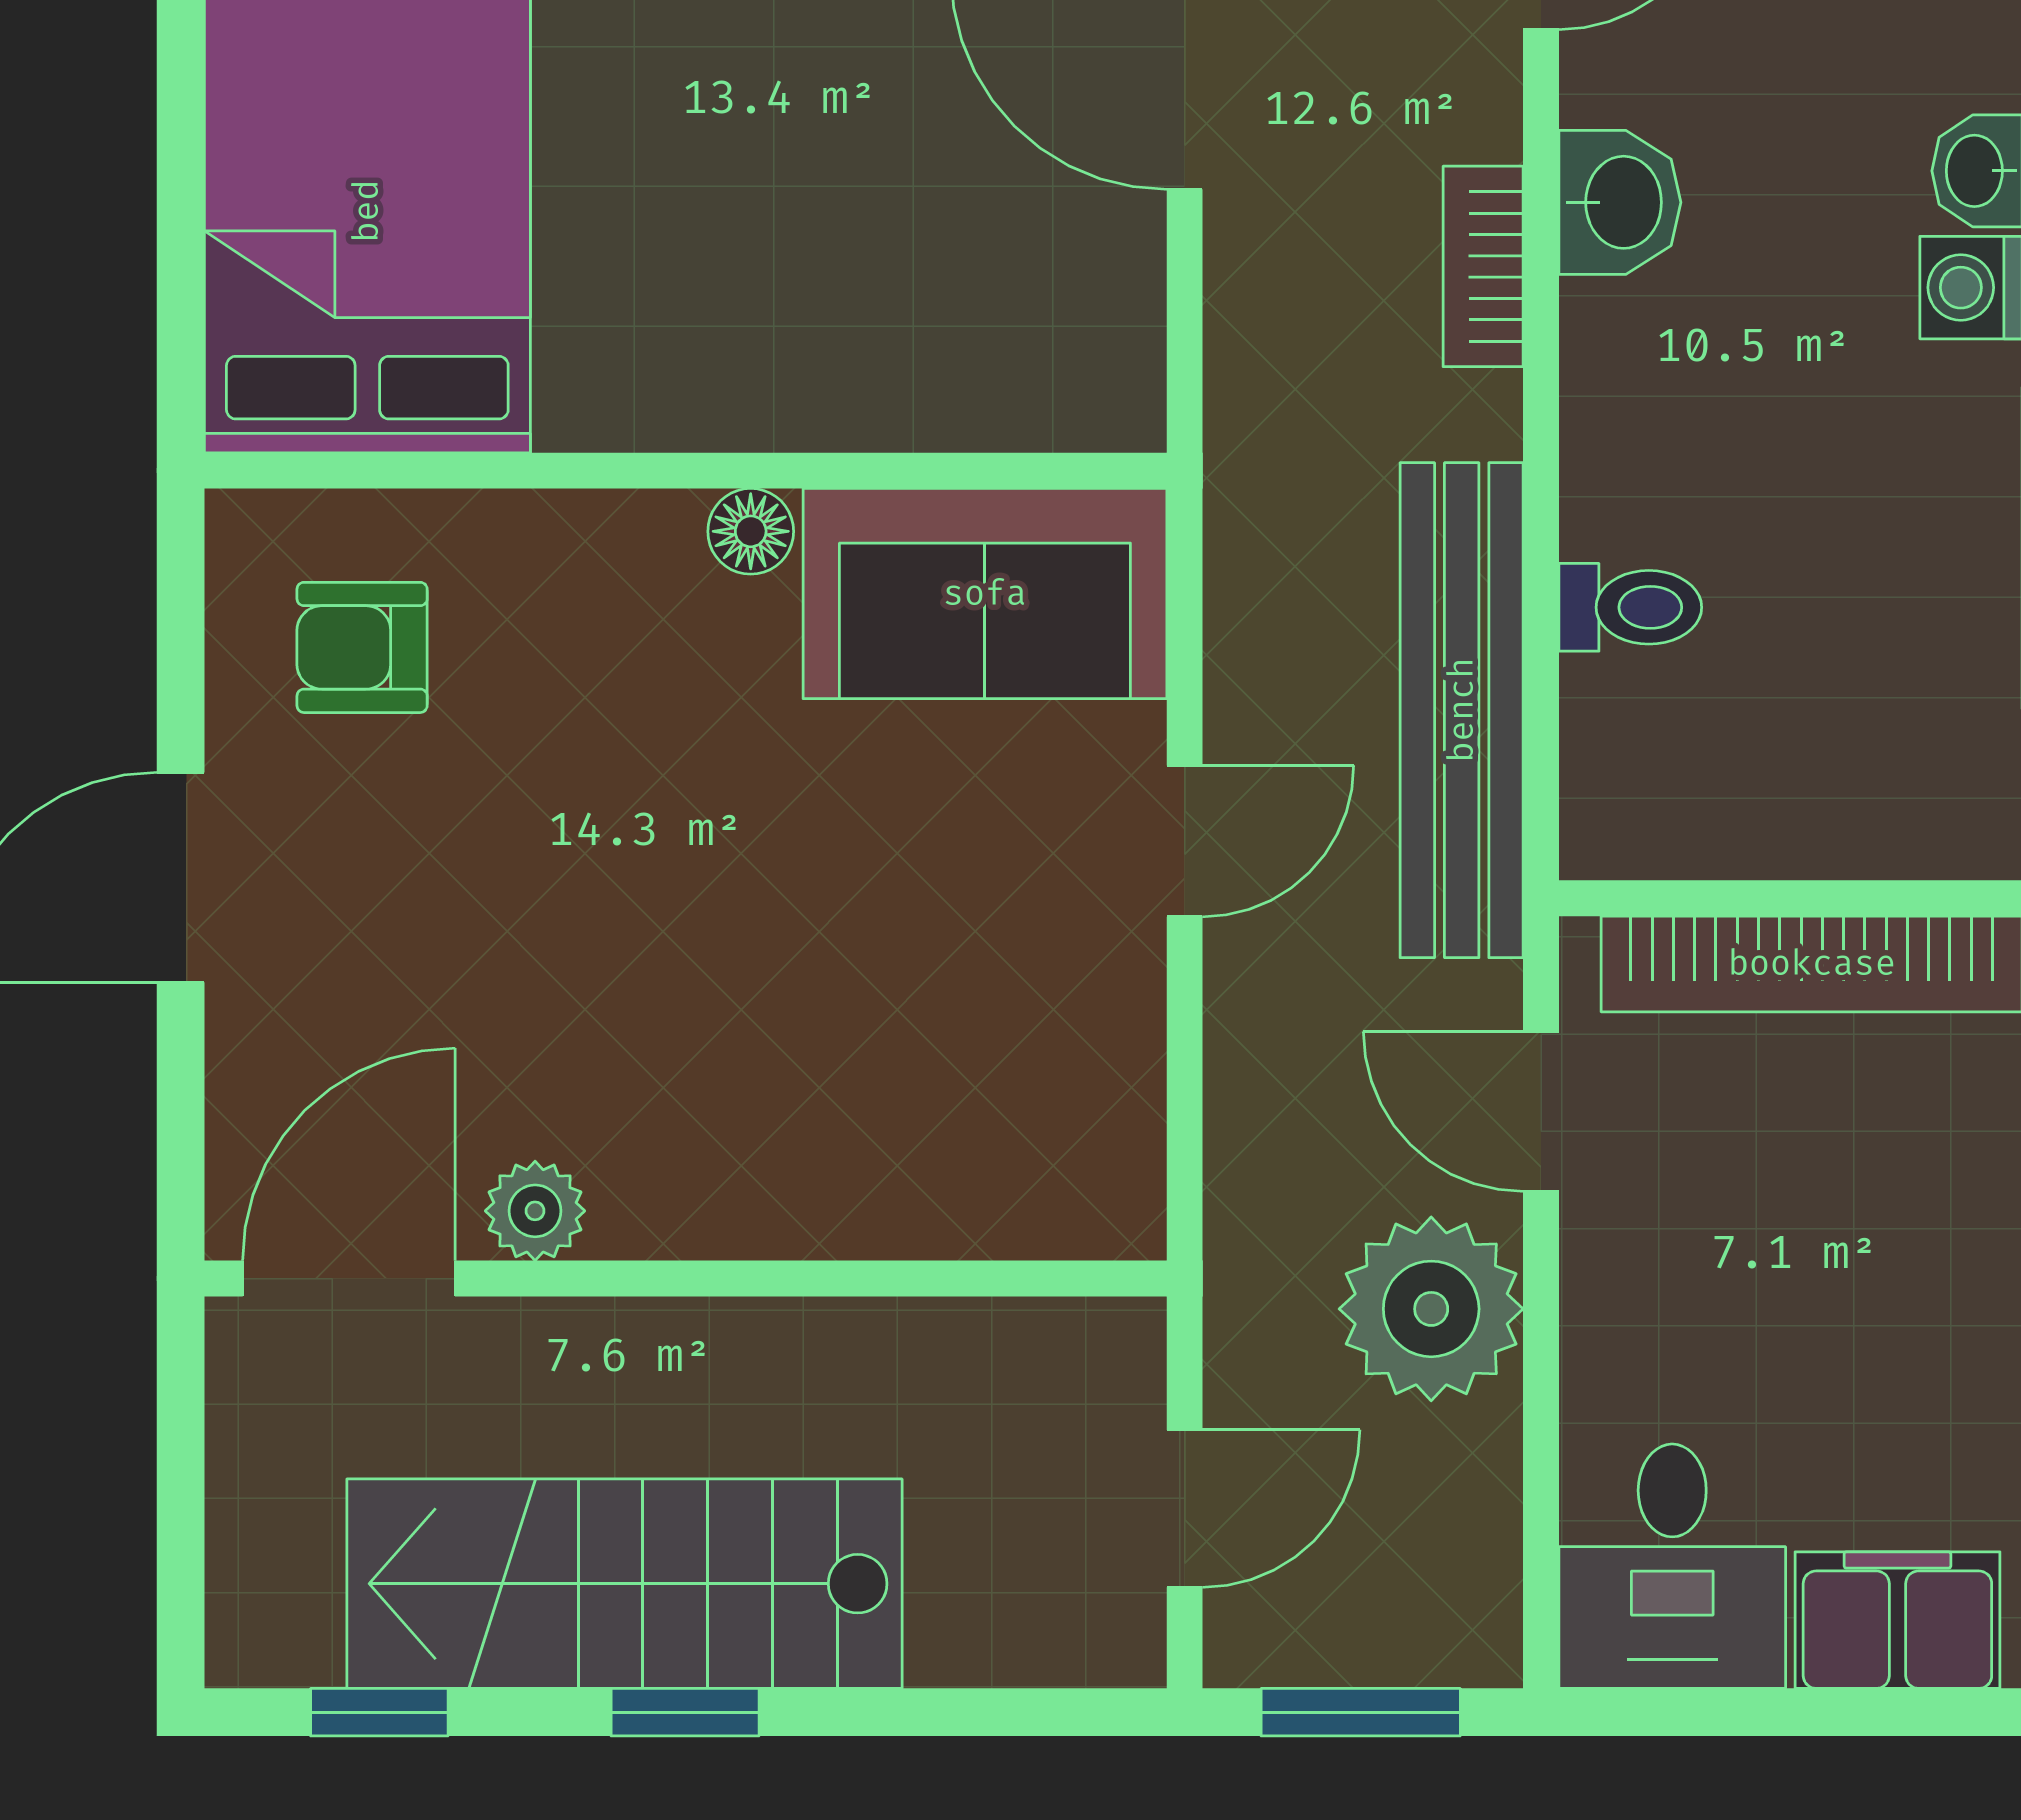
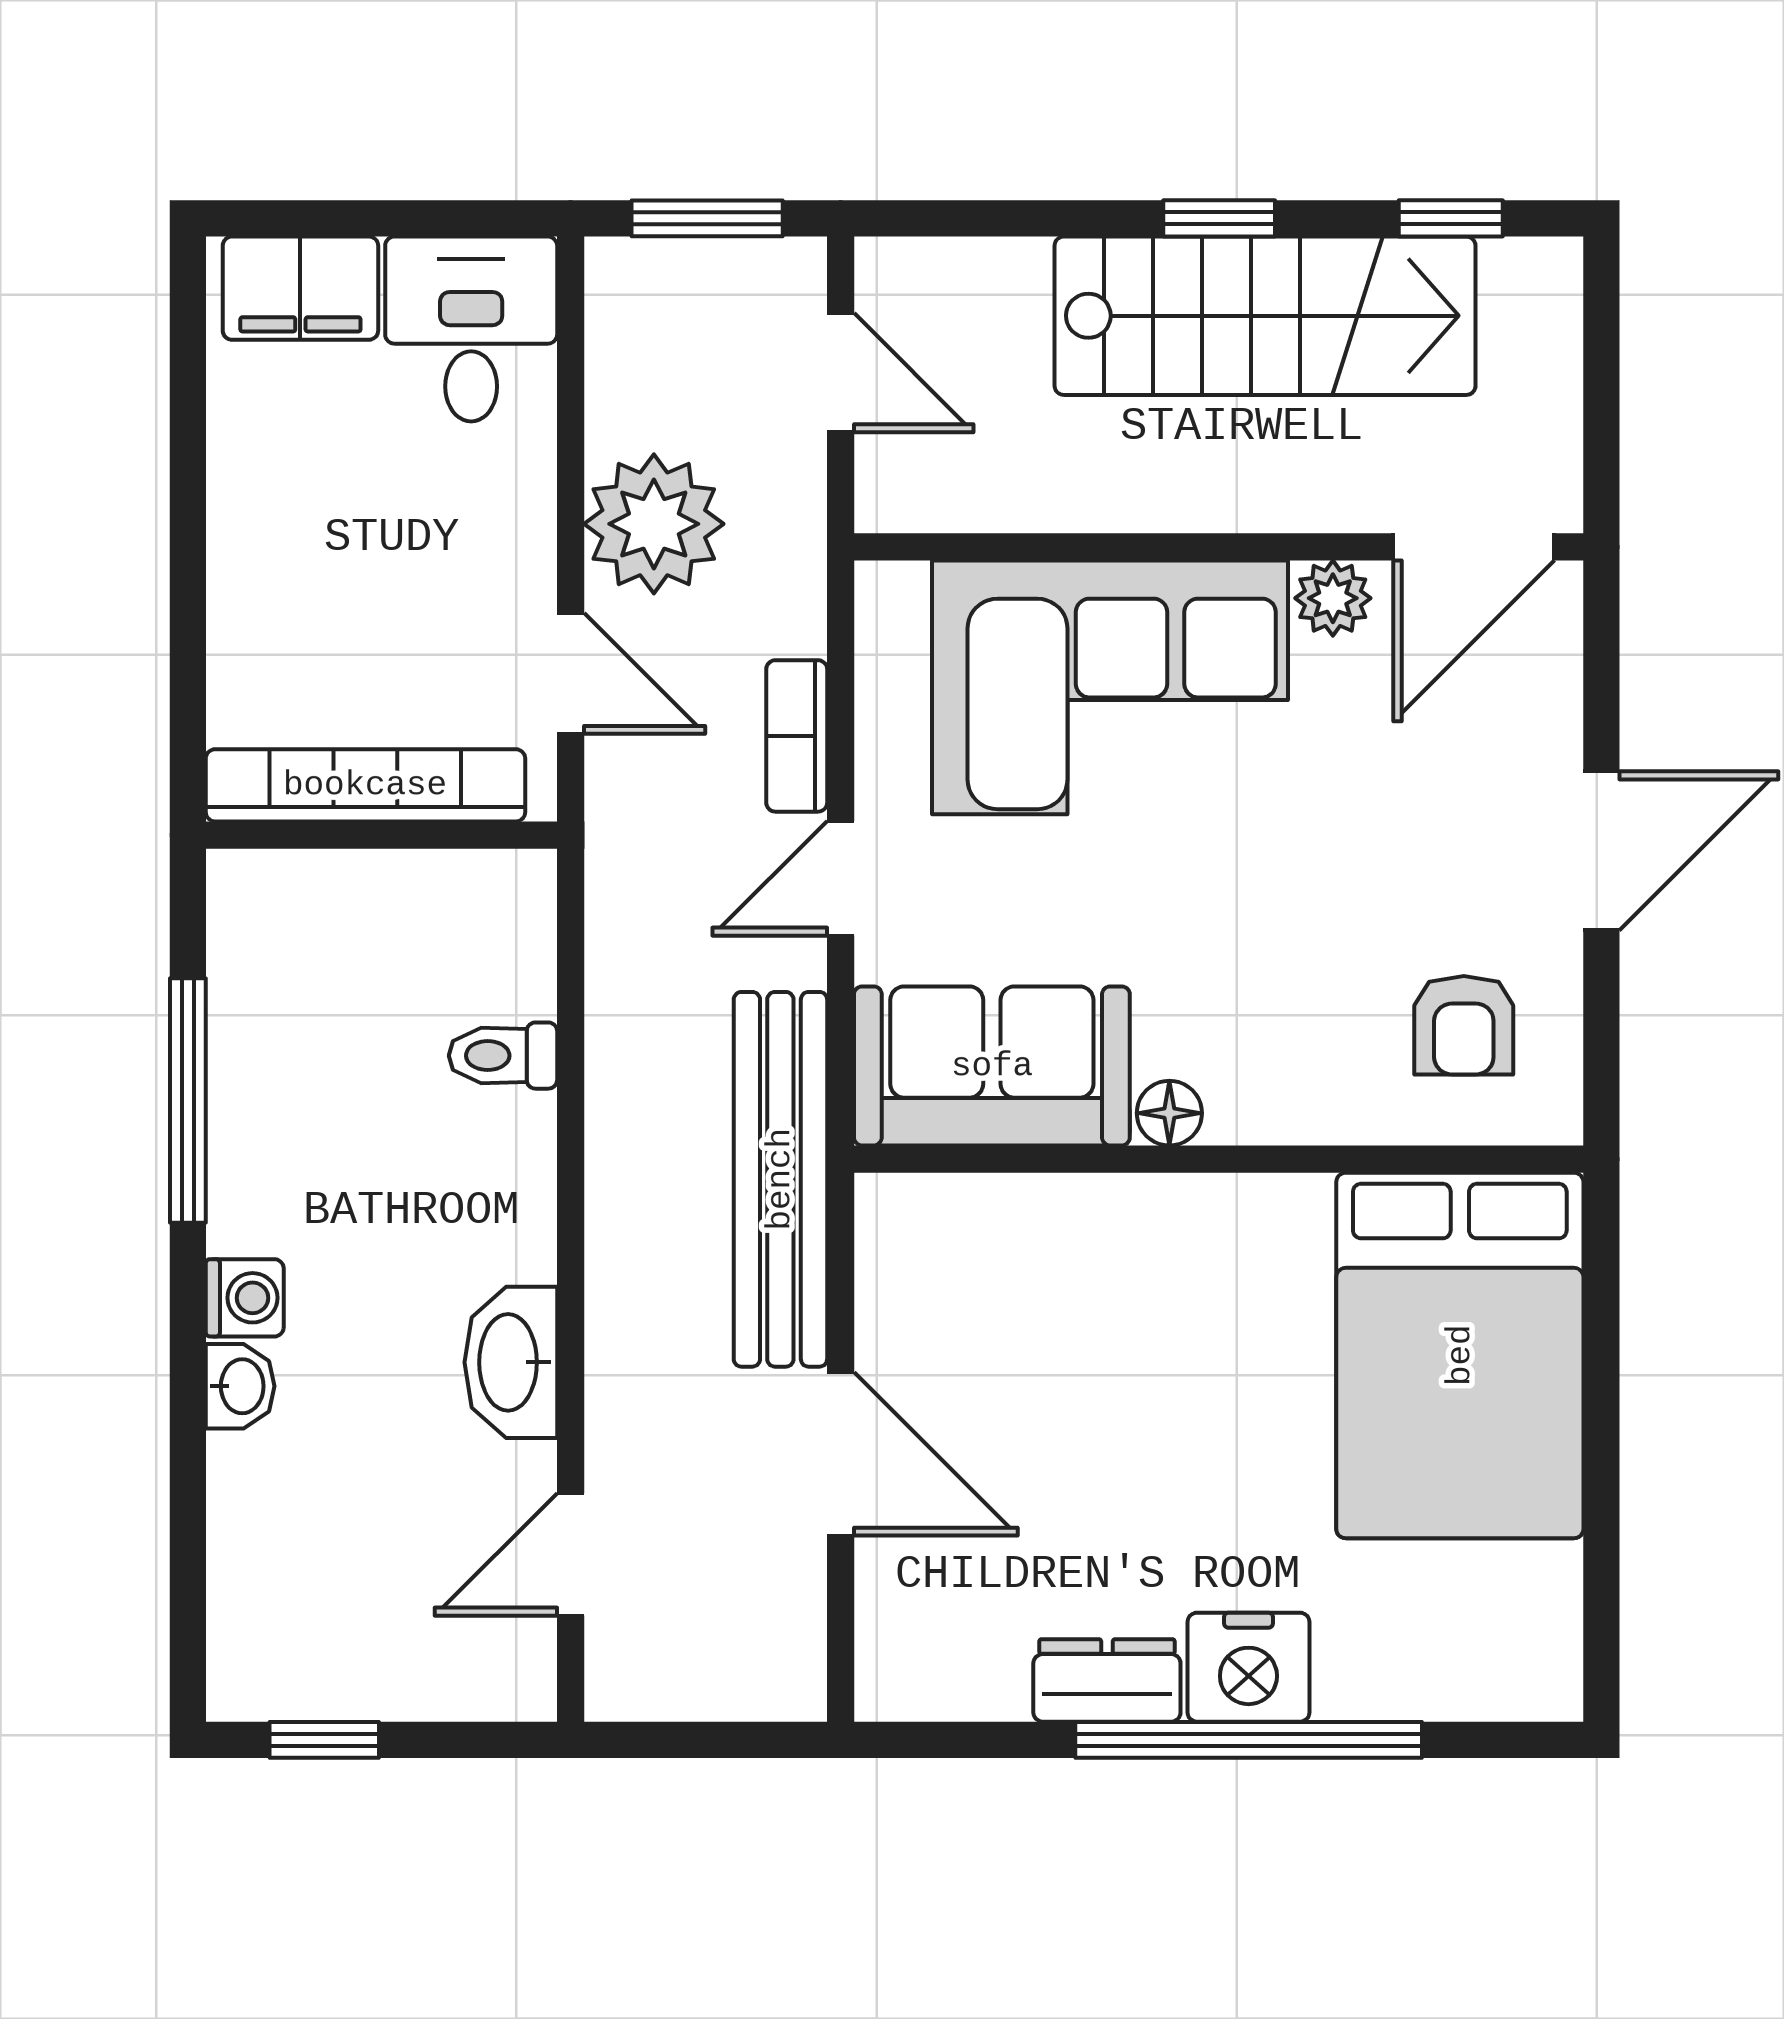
washbasin: (1620, 202) -> (511, 1362), width x1.38
bookcase: (1483, 266) -> (797, 736), moved, turned 180
armchair: (362, 647) -> (1464, 1025), turned 90
bench: (1462, 710) -> (780, 1179), moved
corner sofa: (829, 1093) -> (1110, 687), added
door: (1185, 1509) -> (841, 373), swing flipped

